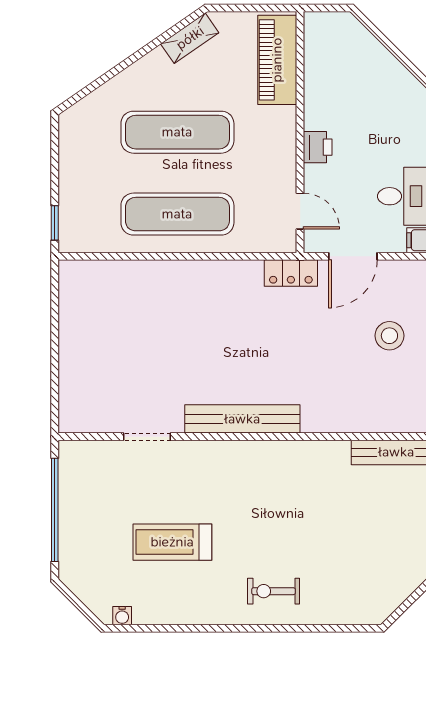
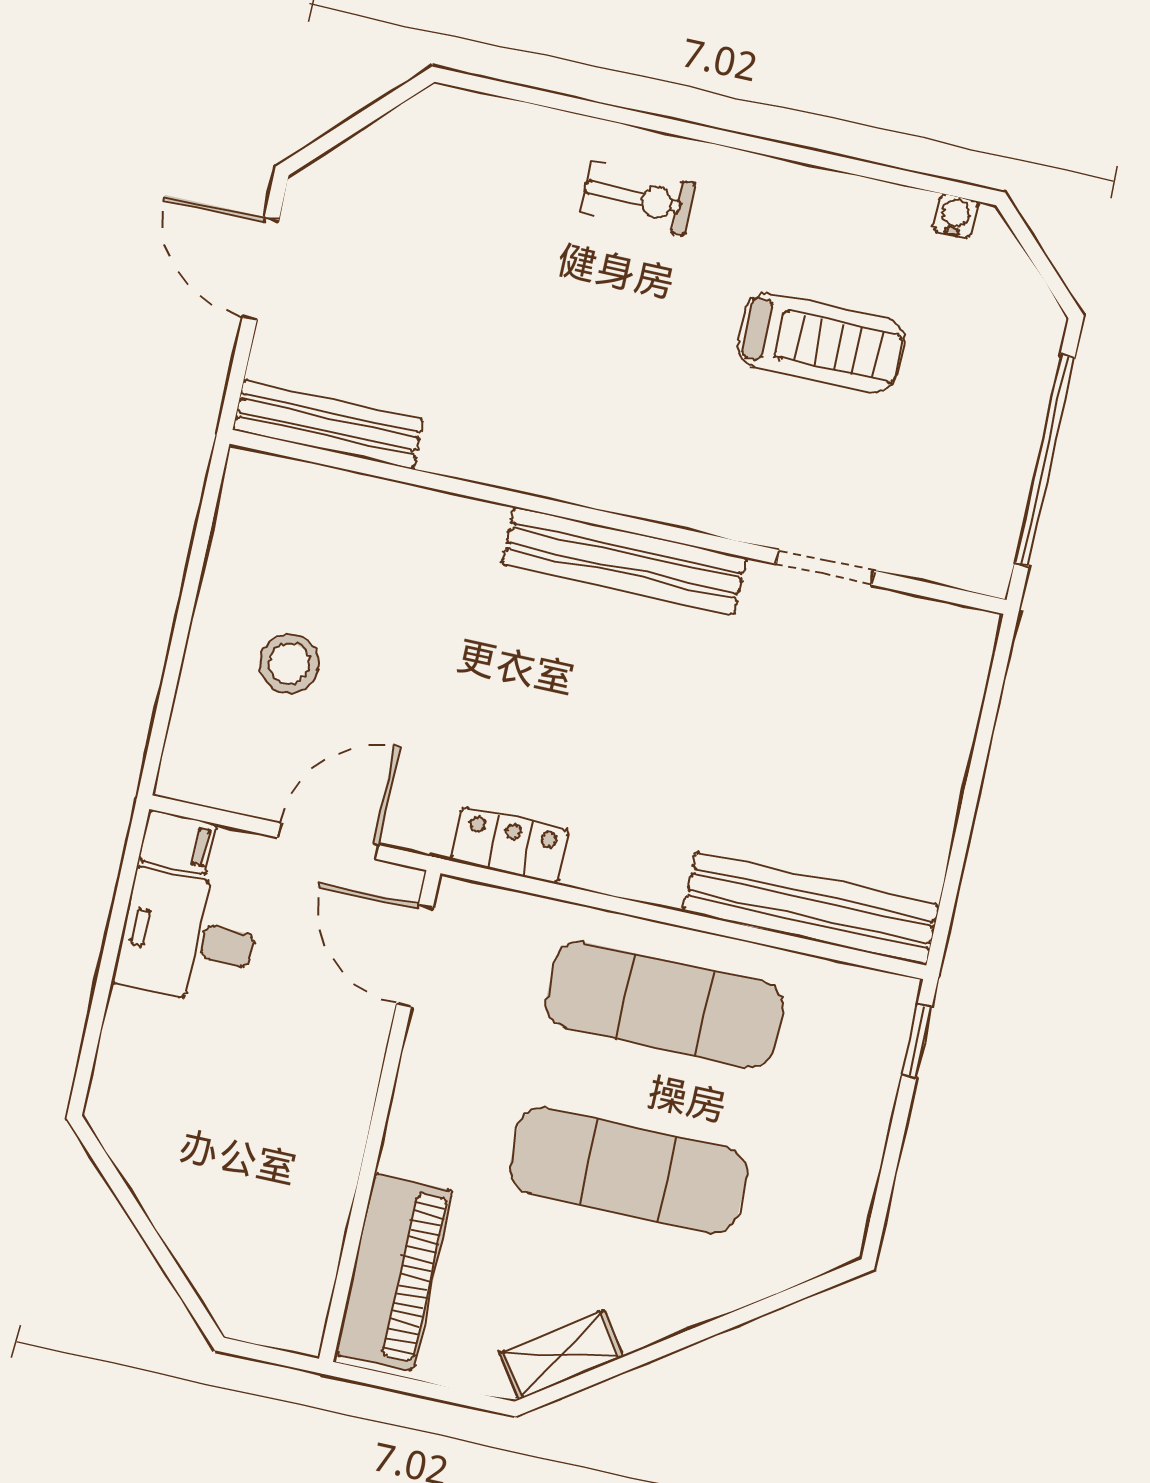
printer: (318, 147) -> (351, 1078), removed
door: (300, 211) -> (415, 956), width x1.38
locker: (291, 273) -> (510, 846), moved
bench: (118, 275) -> (811, 908), added

